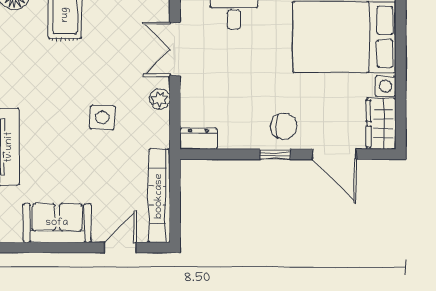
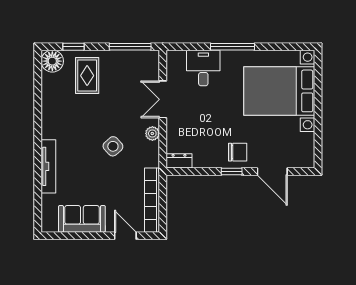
side table: (102, 118) -> (113, 146), turned 45
wardrobe: (381, 124) -> (304, 151), removed
door: (121, 247) -> (125, 236), hinge flipped

